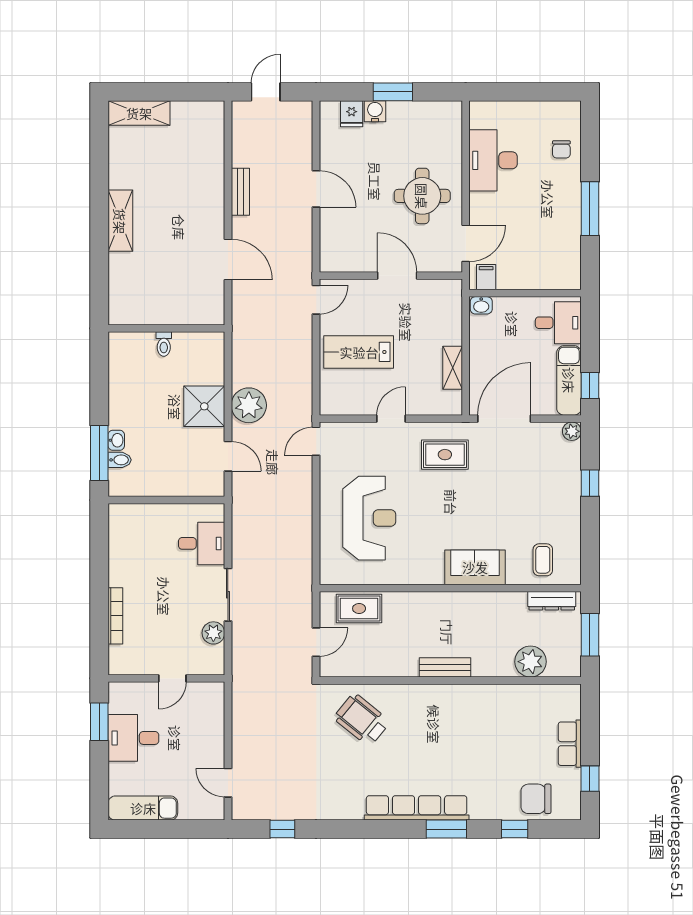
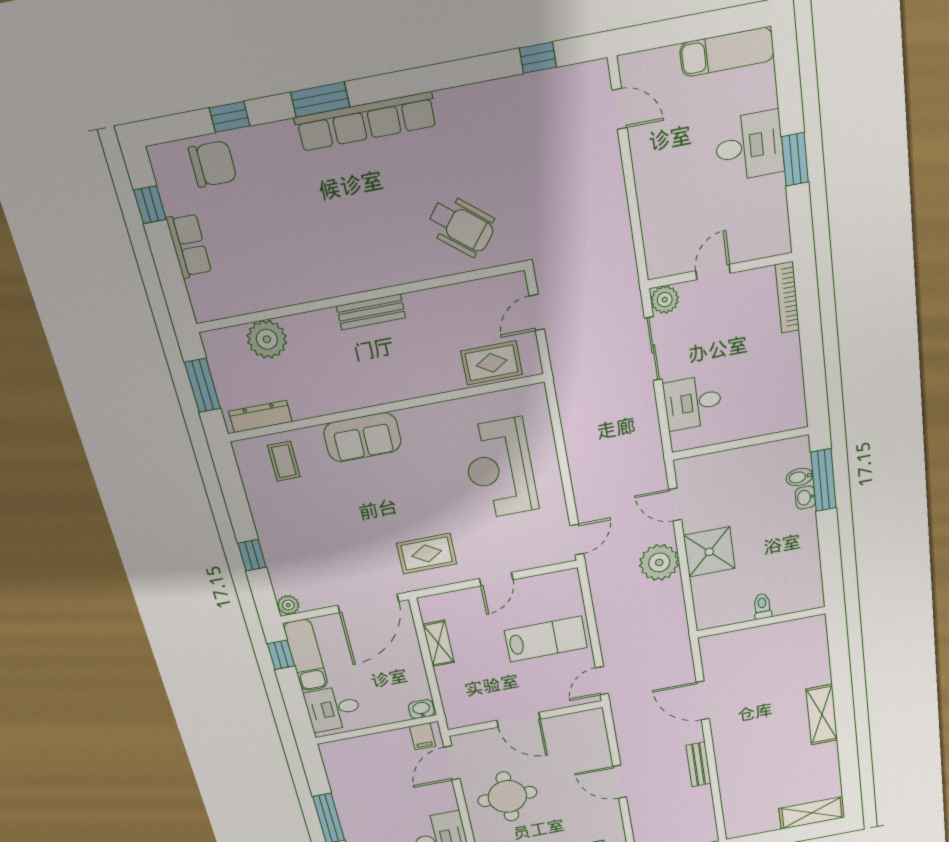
wall: (166, 678) -> (720, 271), moved
door: (172, 678) -> (713, 272), moved

